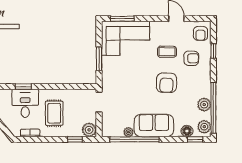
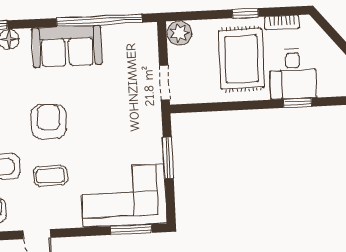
rug: (54, 113) -> (242, 59), width x1.36, depth x1.43
plant: (128, 132) -> (111, 32), removed
window: (75, 139) -> (245, 13), moved

